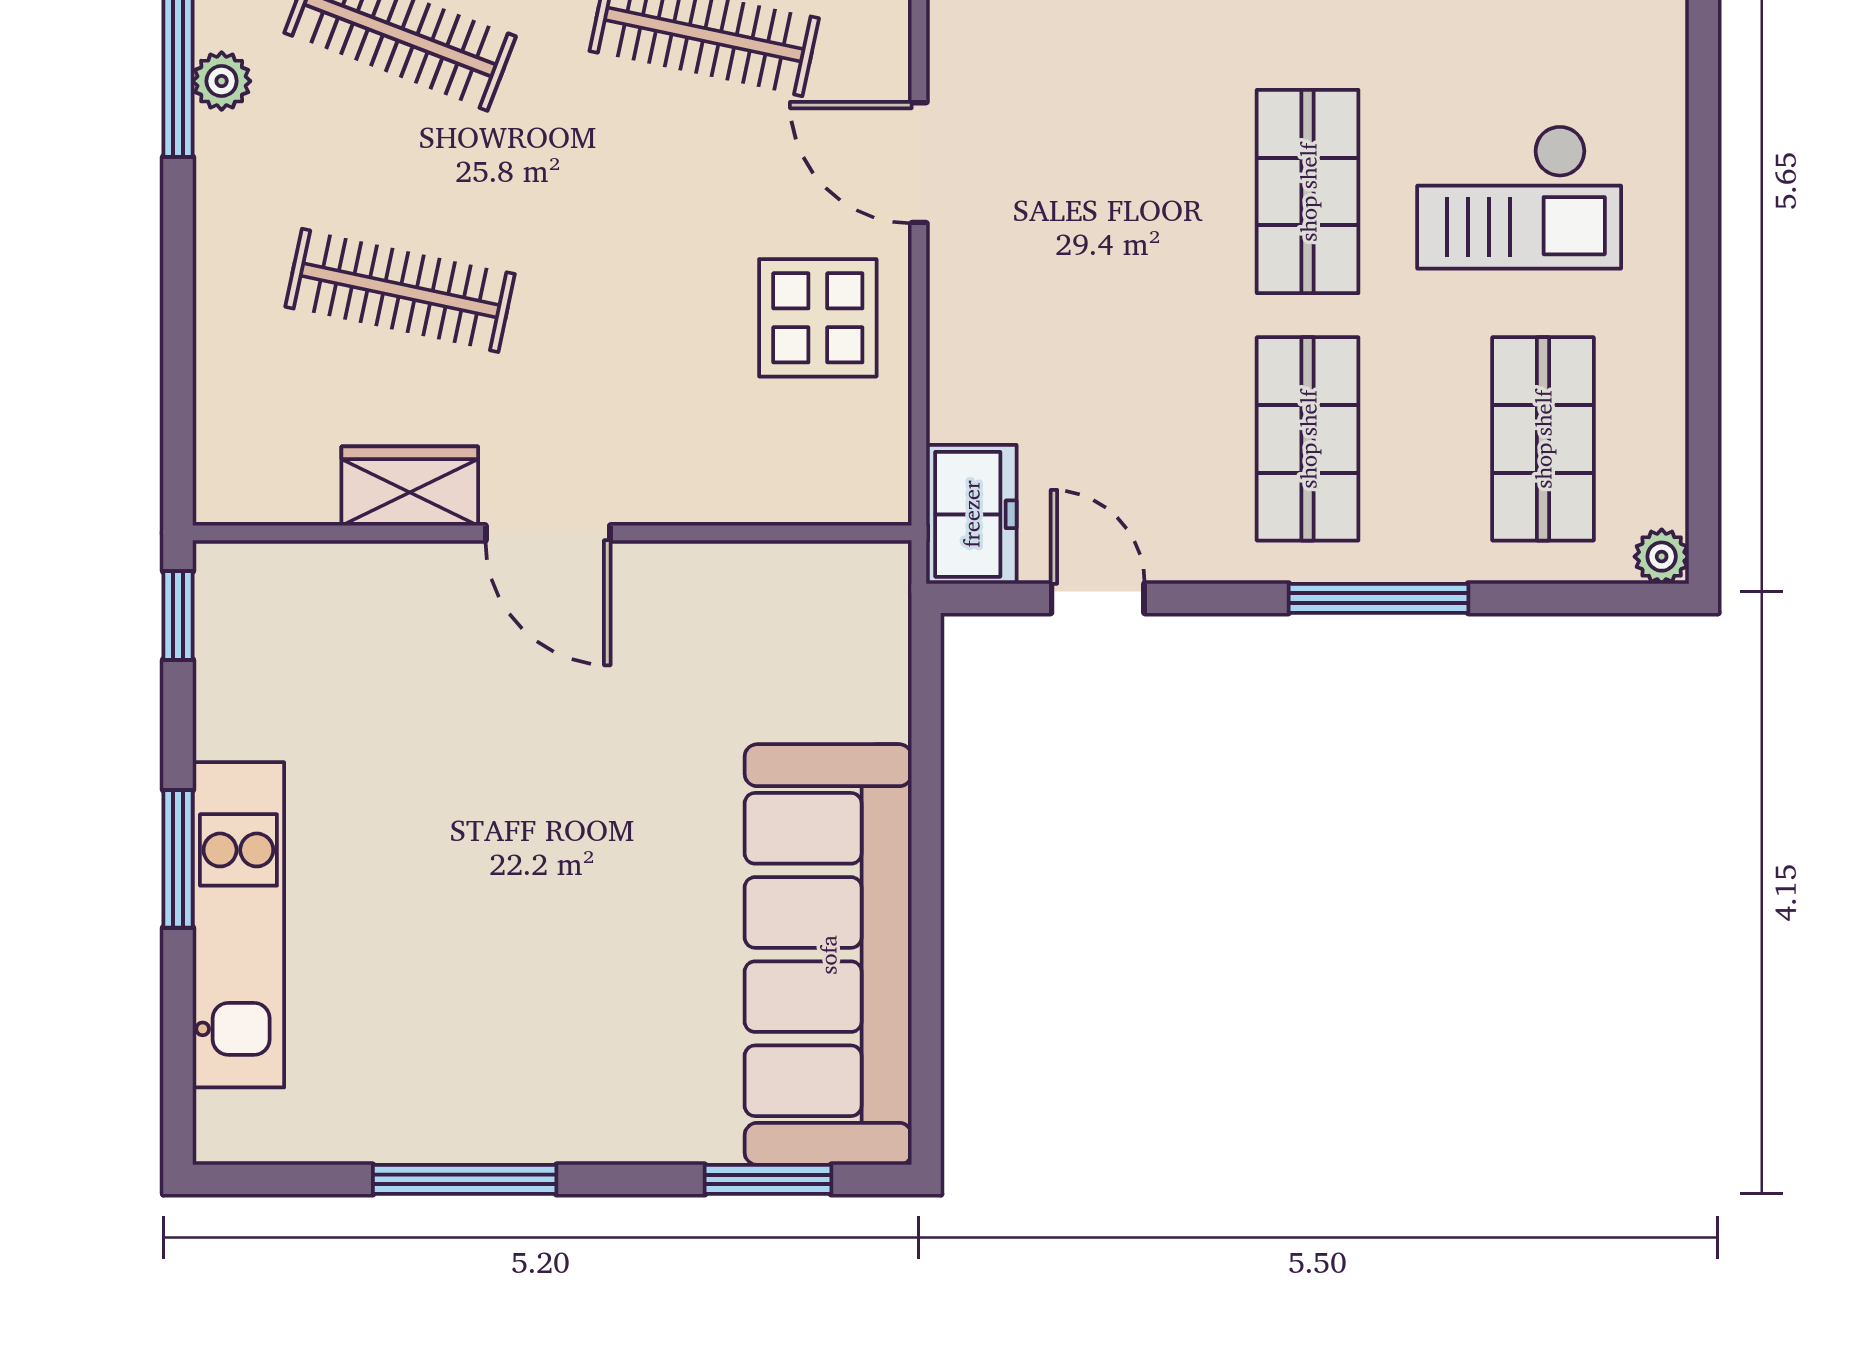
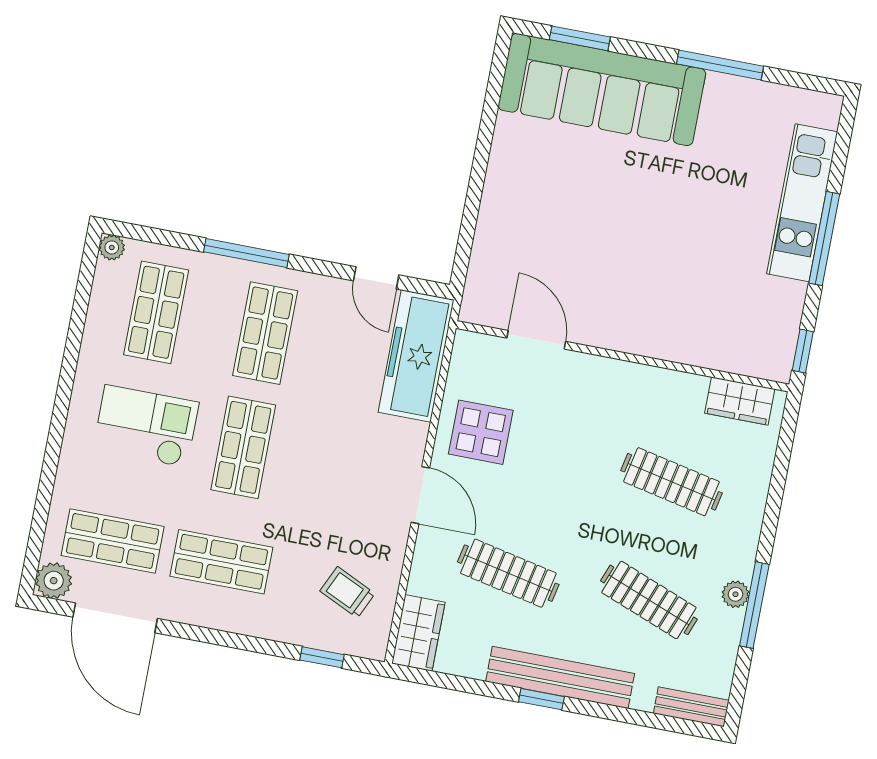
wardrobe: (410, 486) -> (740, 401), moved
freezer: (971, 514) -> (416, 356), width x1.91, depth x1.26
door: (548, 533) -> (536, 340), moved
window: (178, 859) -> (824, 239), width x1.44
sofa: (828, 955) -> (602, 90), moved, turned 90

